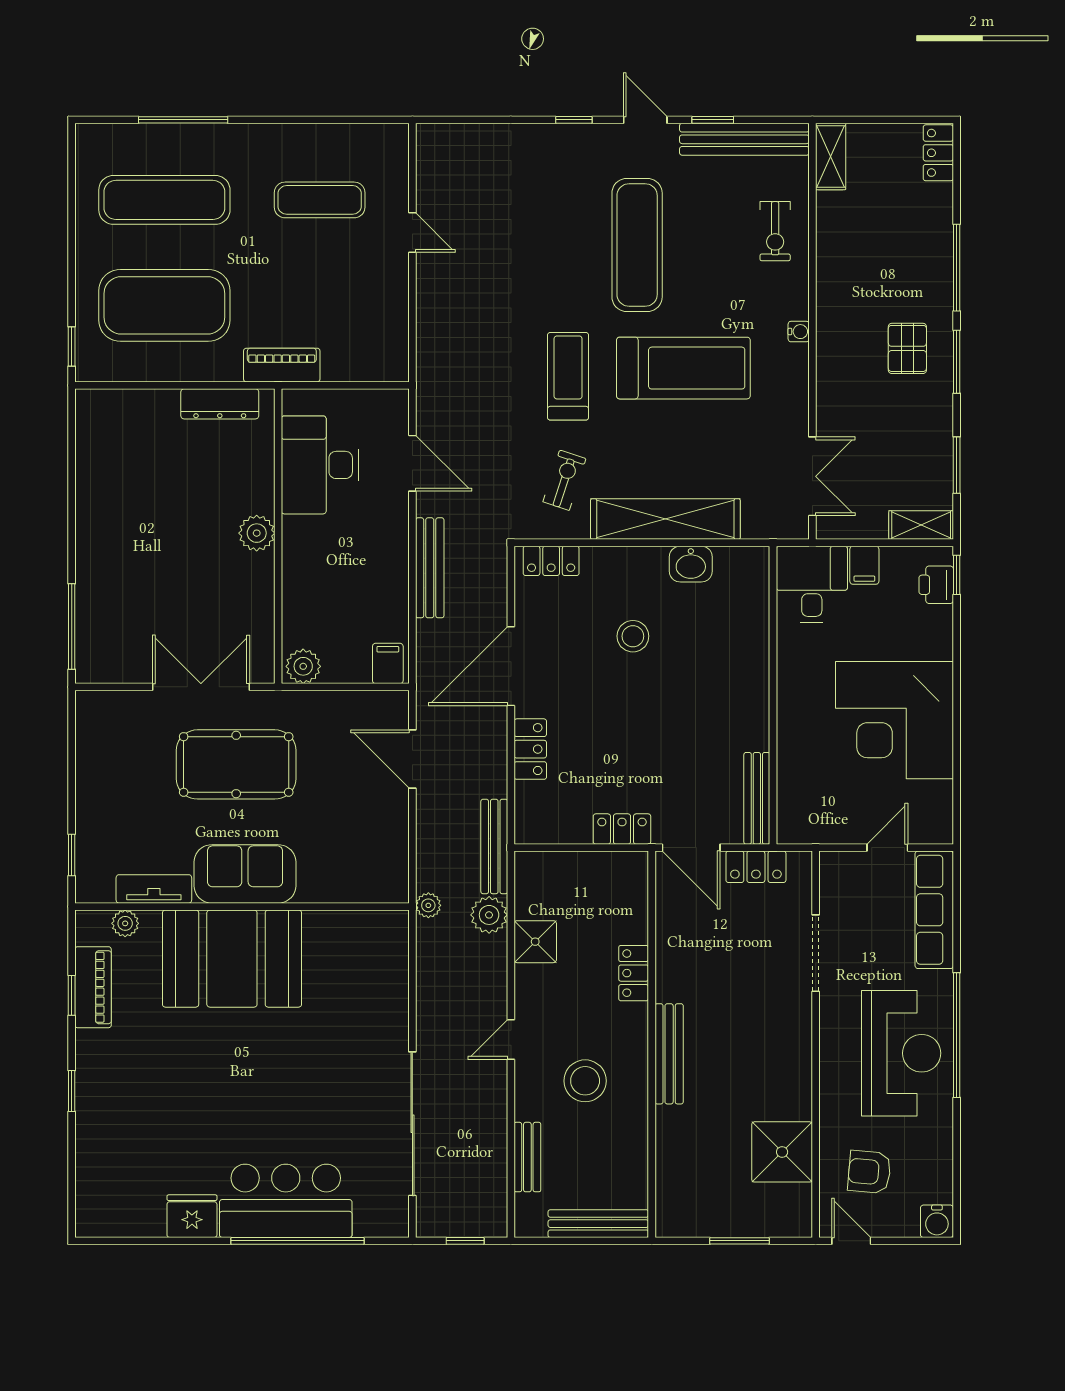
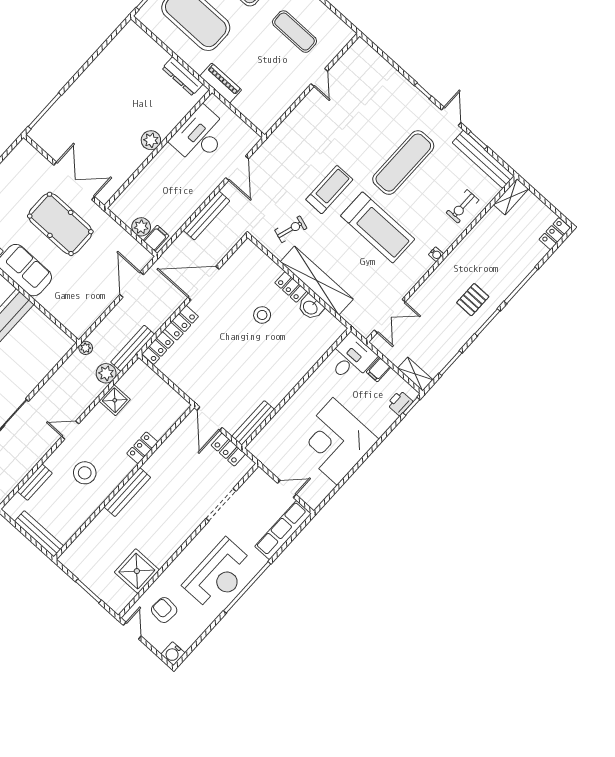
locker: (551, 561) -> (291, 287), moved
plant: (303, 666) -> (141, 227), moved
locker: (622, 829) -> (158, 348), moved, turned 90

